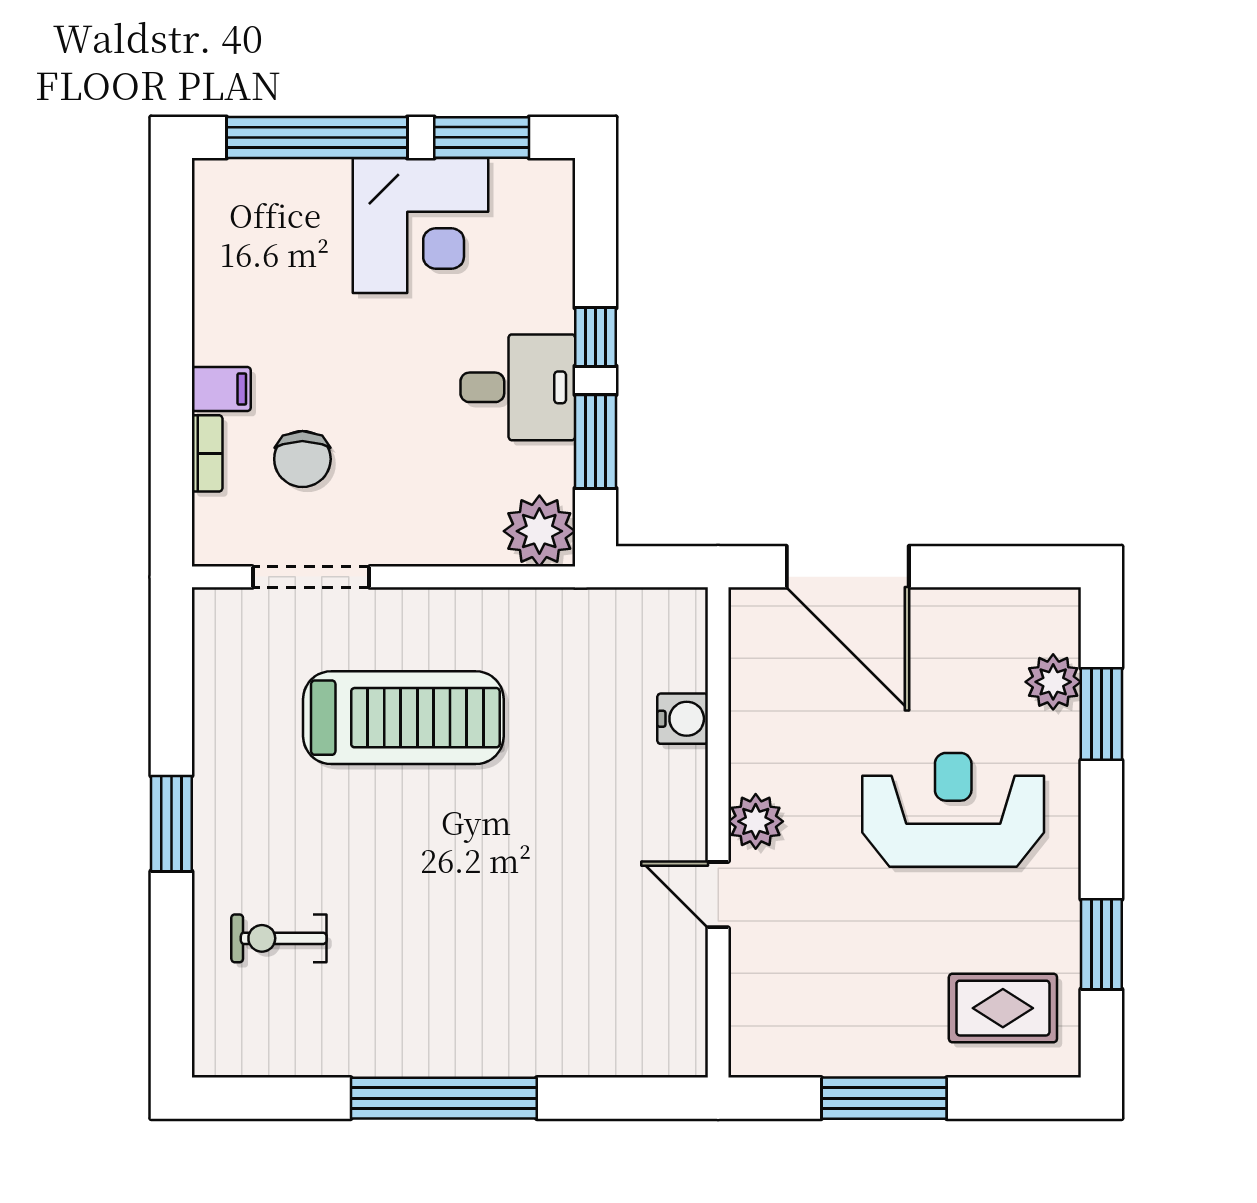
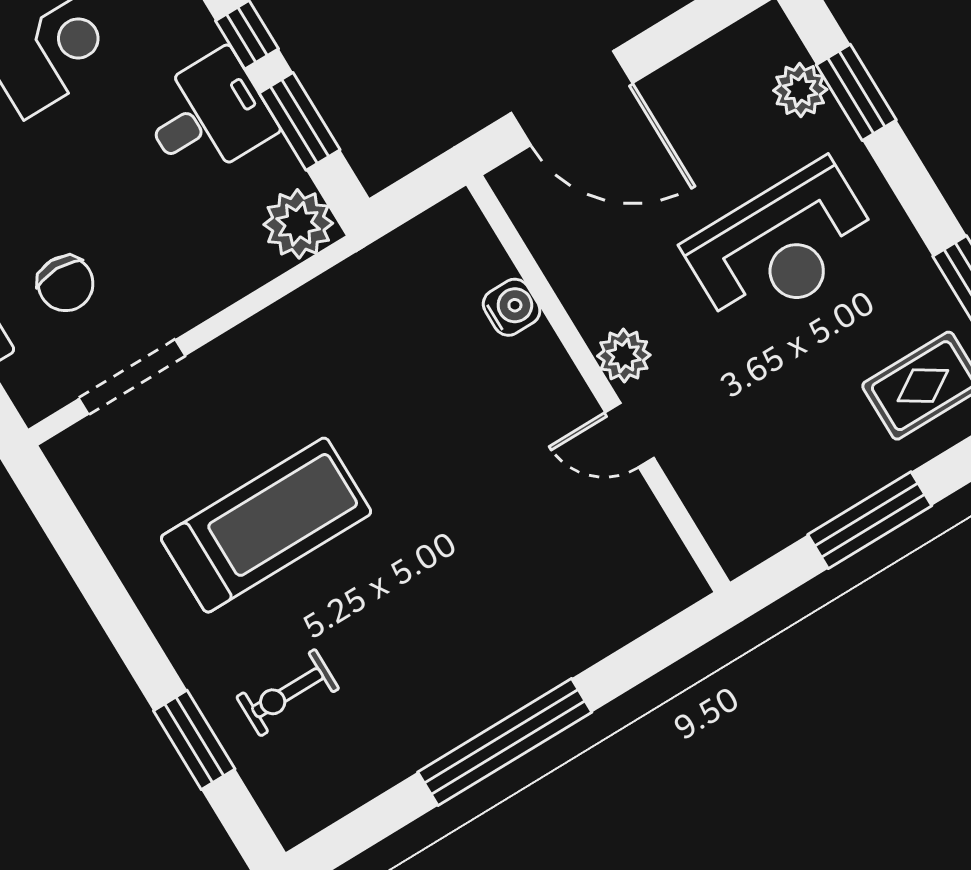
treadmill: (403, 718) -> (266, 525), moved
reception desk: (953, 810) -> (782, 246), turned 180
window: (171, 824) -> (194, 740), moved

